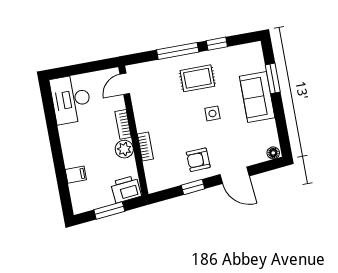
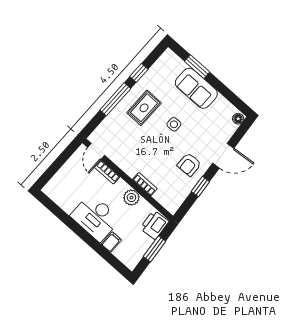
desk: (71, 99) -> (95, 217), moved
bookcase: (123, 124) -> (107, 172), moved

